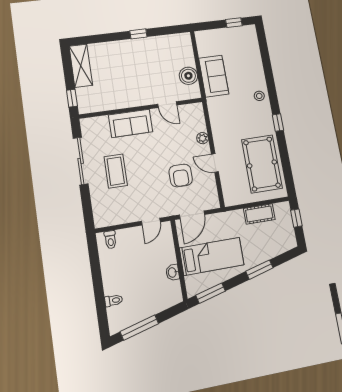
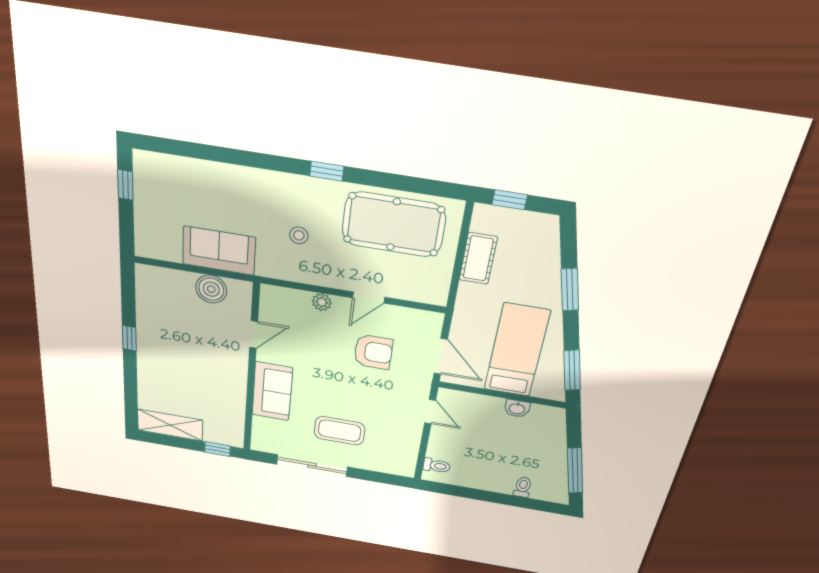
stool: (259, 96) -> (299, 235), moved

